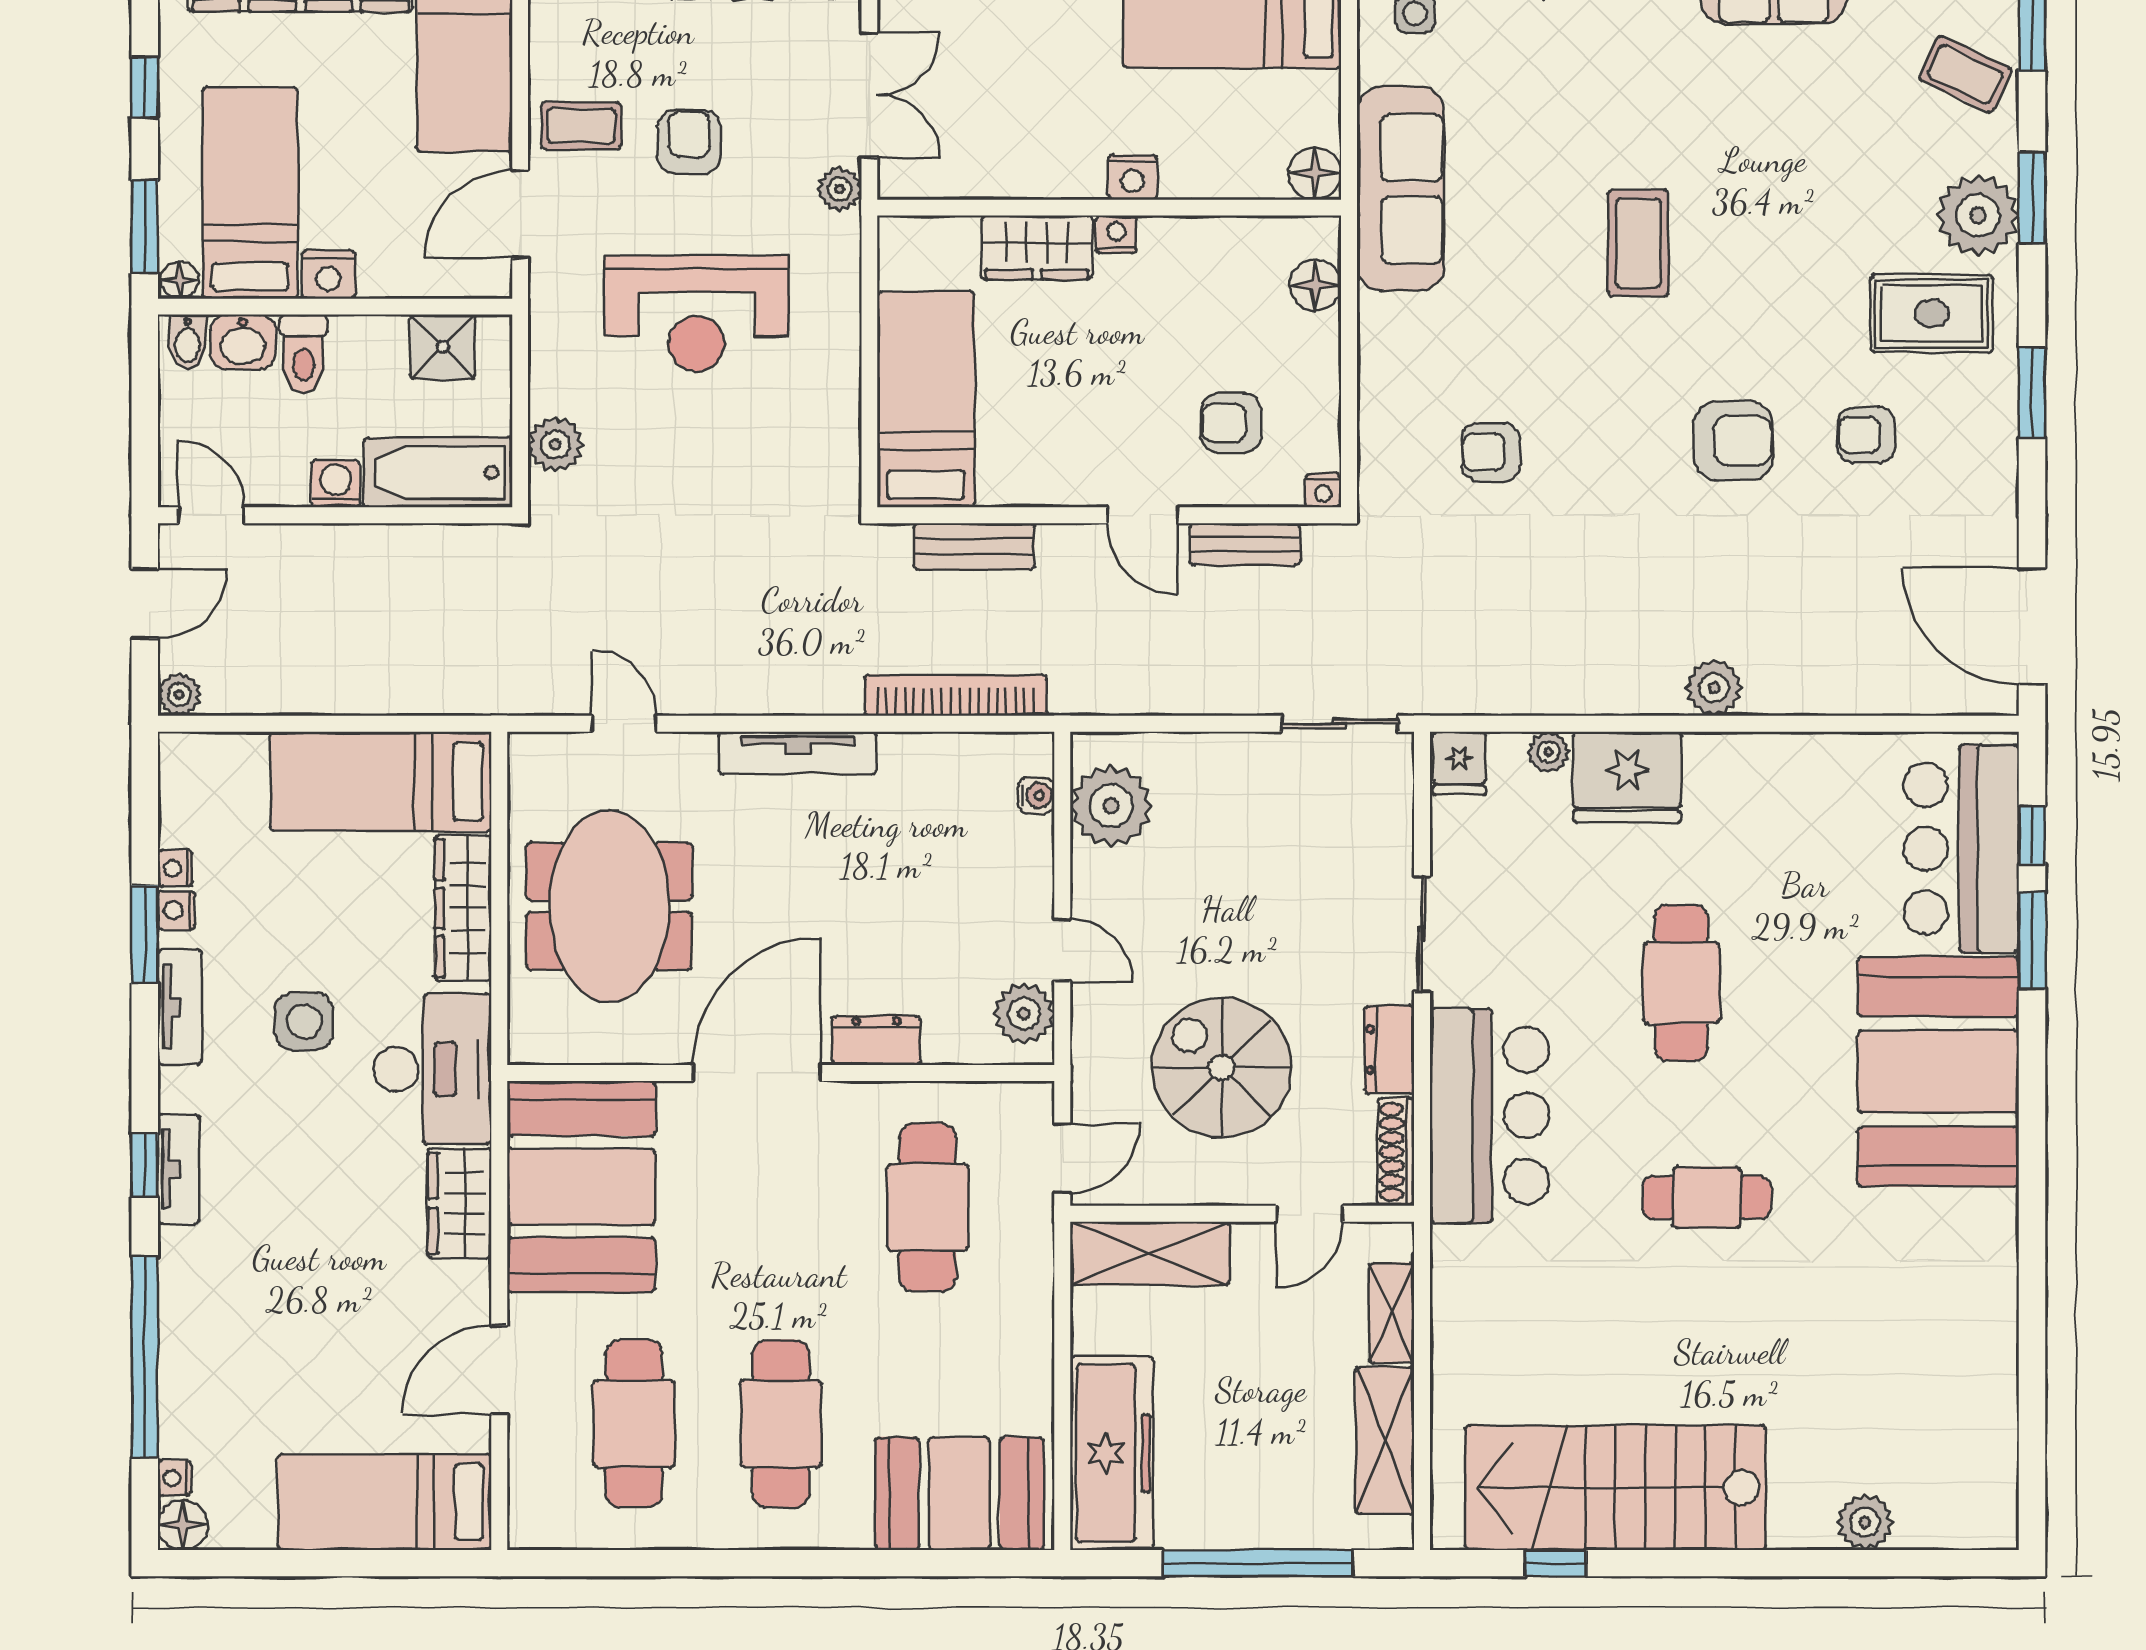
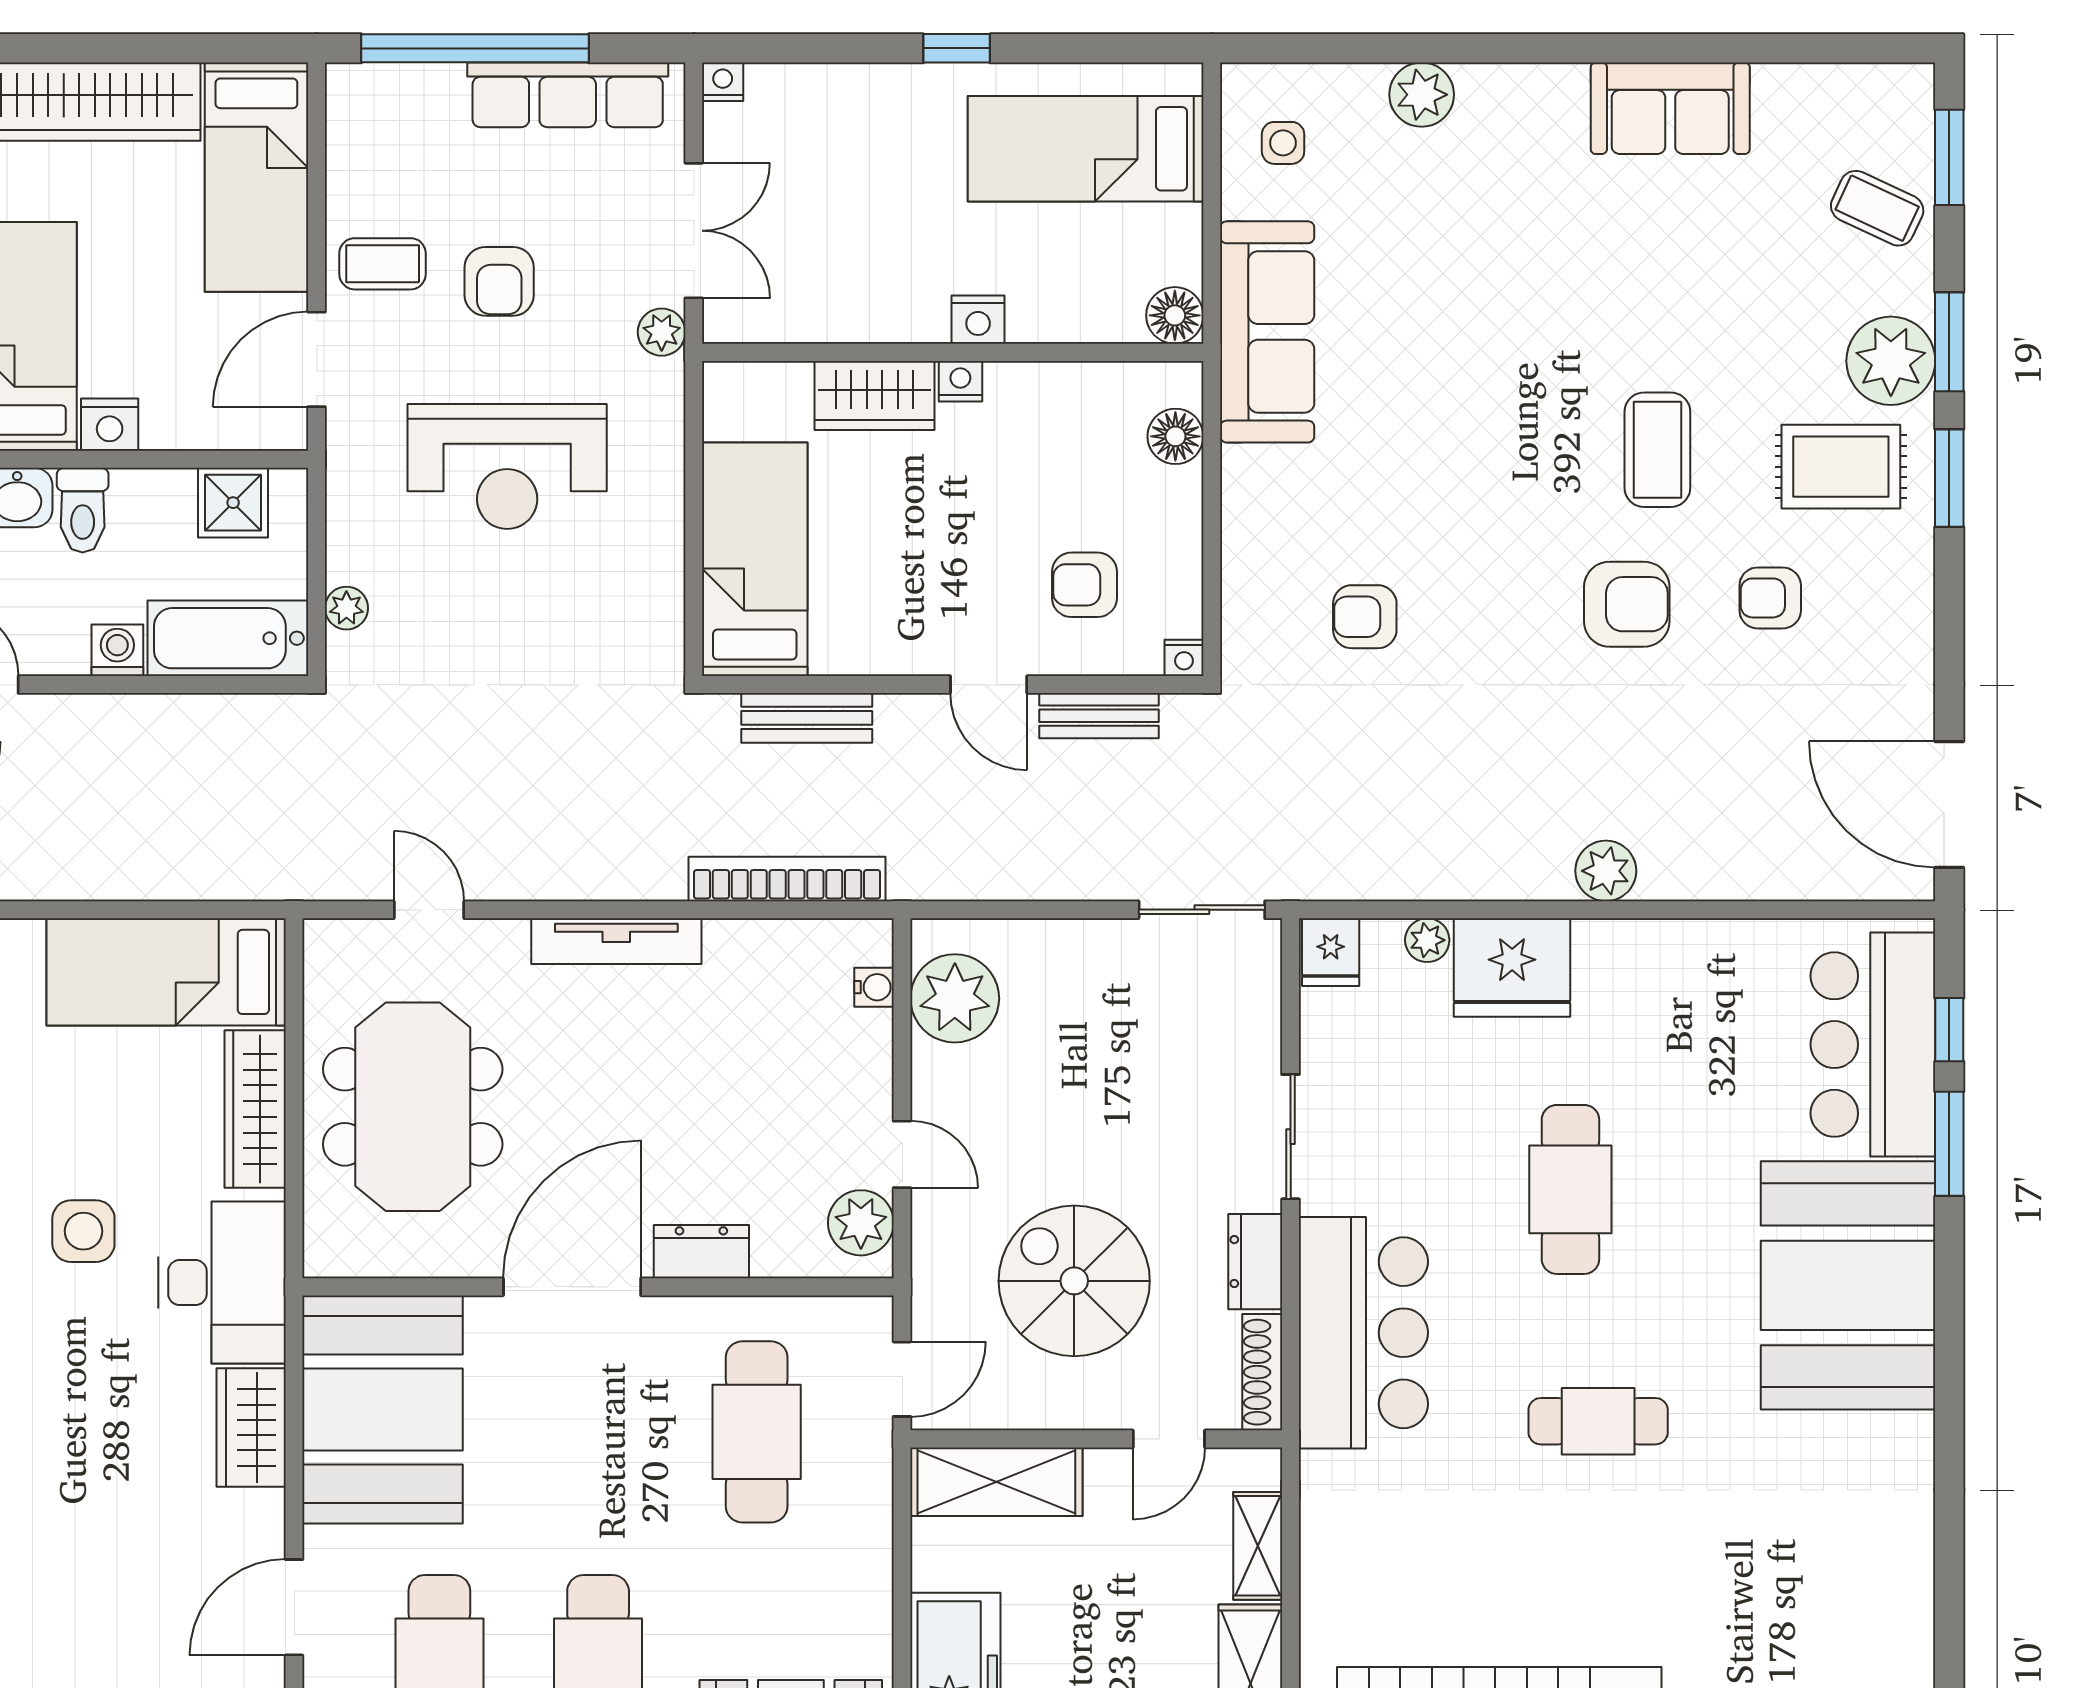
armchair: (689, 142) -> (499, 281), turned 180
coffee table: (1638, 243) -> (1657, 450), moved
window: (2032, 393) -> (1949, 478), moved
plant: (555, 444) -> (346, 608), width x0.73, depth x0.73

